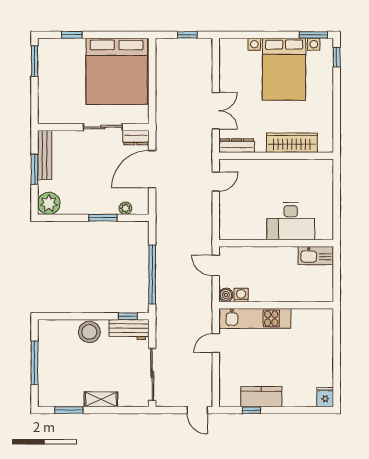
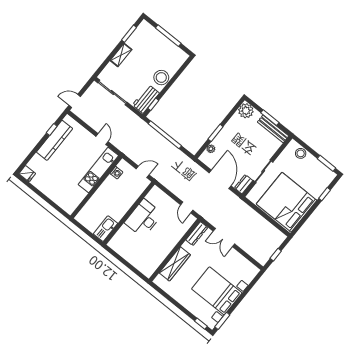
stool: (47, 100) -> (301, 153), added
desk: (291, 221) -> (144, 218), moved
boiler: (226, 295) -> (123, 165), removed
kitchen counter: (261, 397) -> (55, 140), width x1.50

